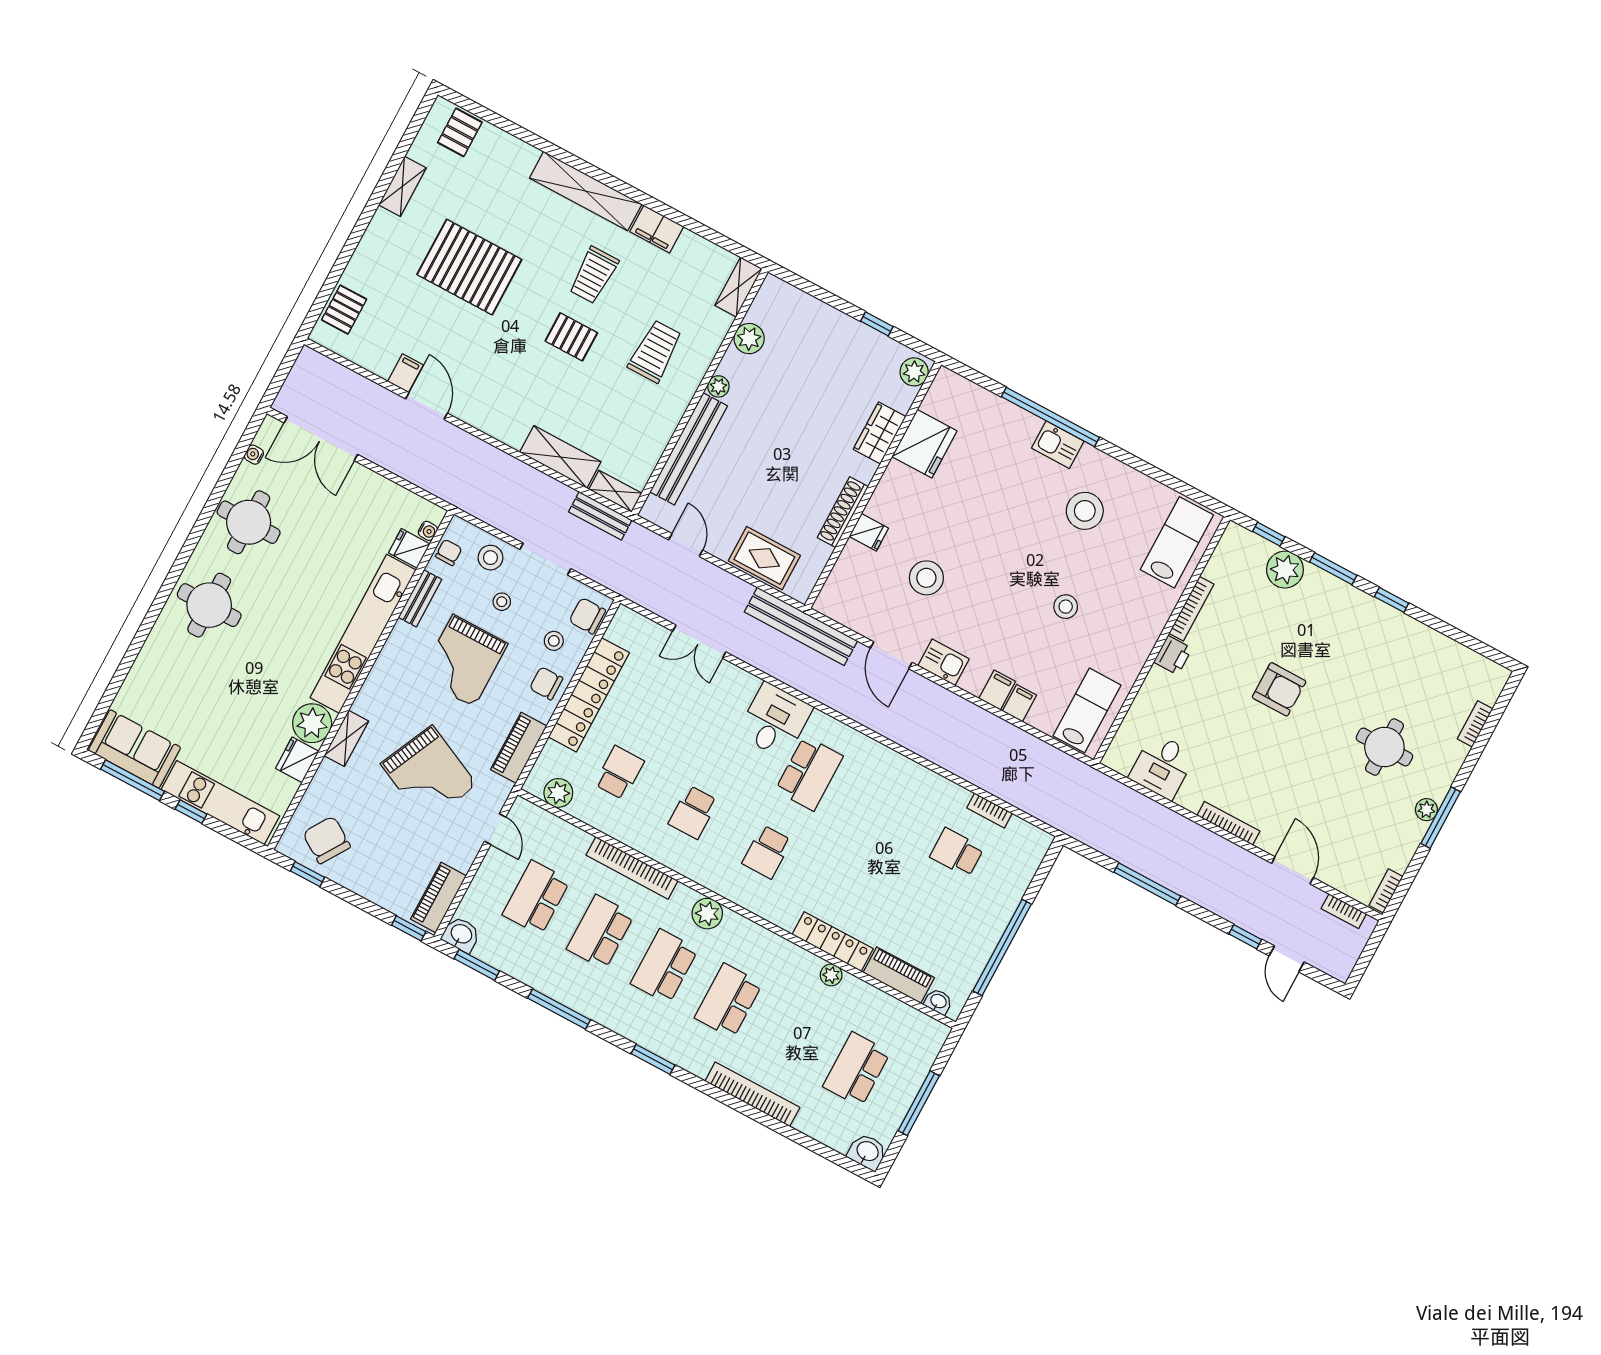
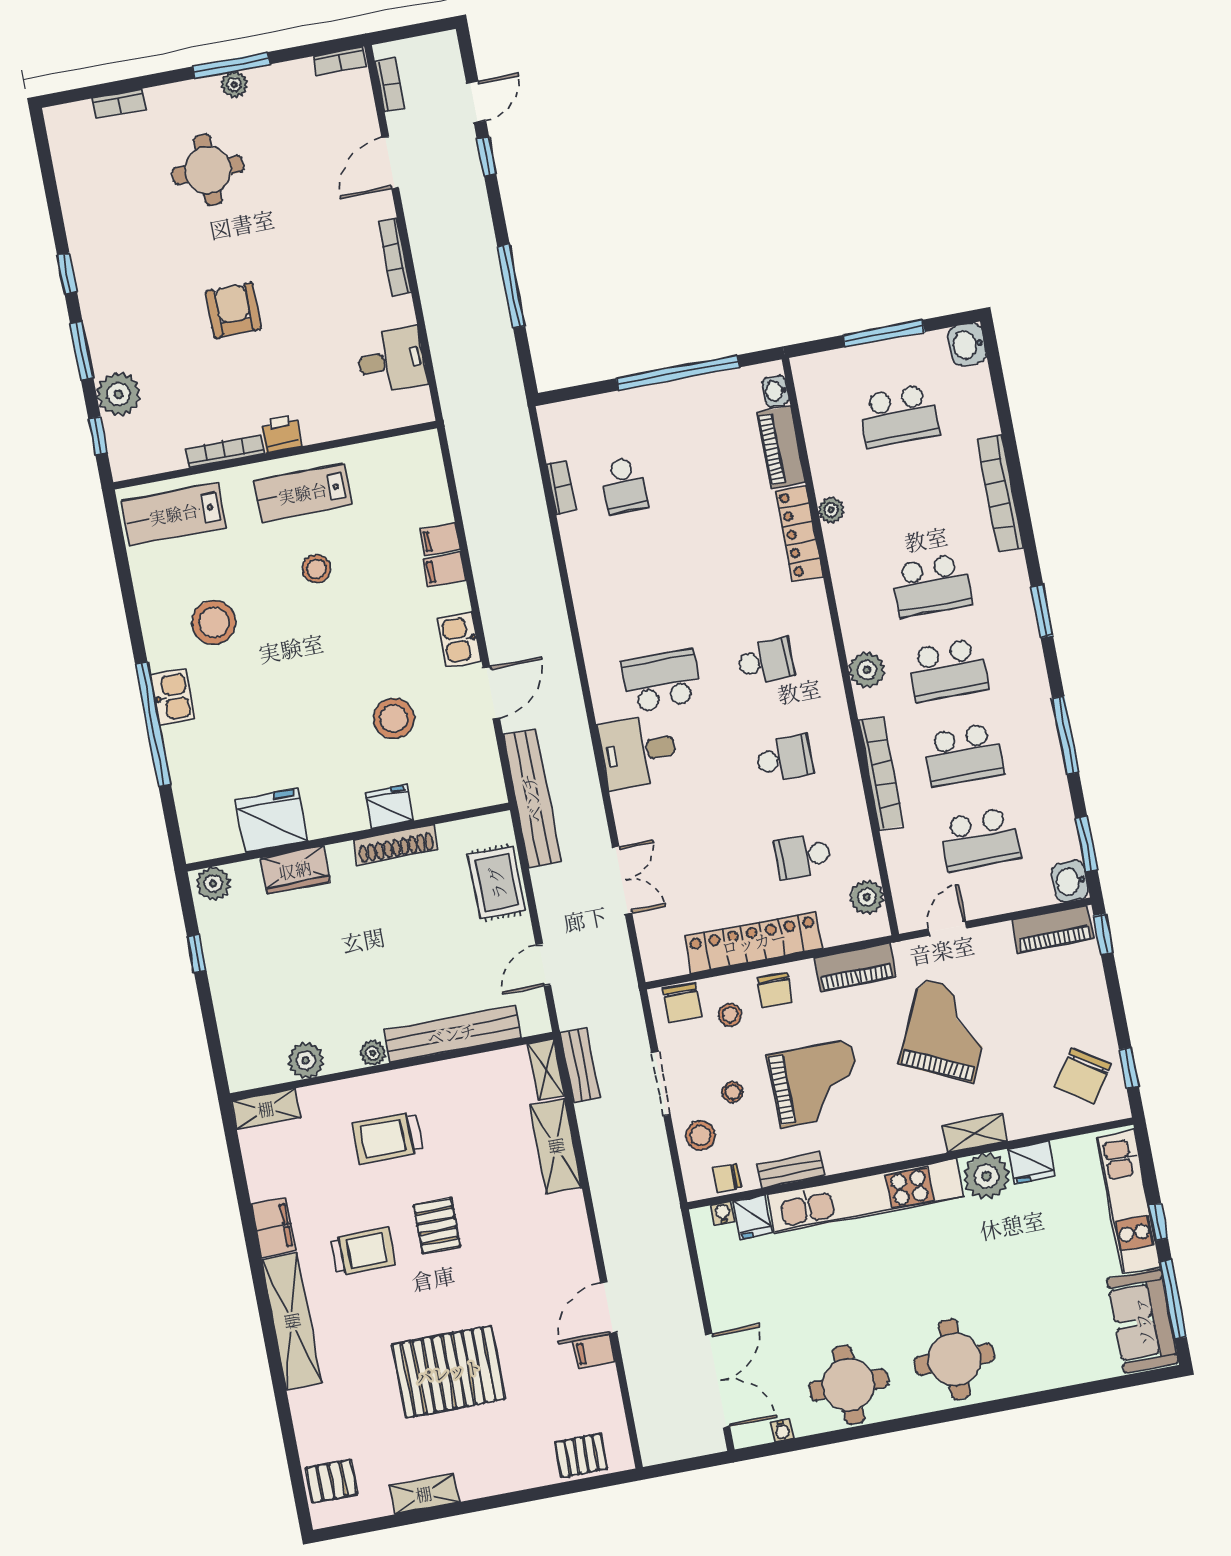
pallet: (469, 267) -> (449, 1372), turned 90
fridge: (869, 532) -> (389, 807), width x1.38
lab bench: (1087, 710) -> (303, 493), moved

